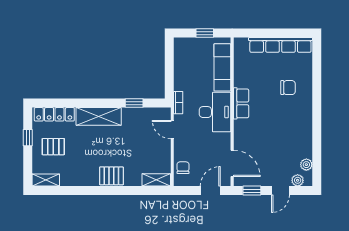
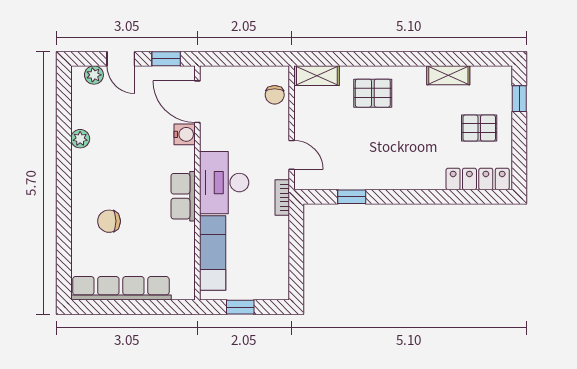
shelving: (99, 116) -> (408, 176), removed
window: (28, 138) -> (519, 99), moved
water cooler: (240, 143) -> (185, 134), added
plant: (306, 165) -> (80, 139), moved
pallet: (111, 176) -> (373, 93), moved
shelving: (46, 180) -> (448, 75), moved
door: (210, 191) -> (232, 59), removed
door: (281, 191) -> (121, 59), swing flipped

